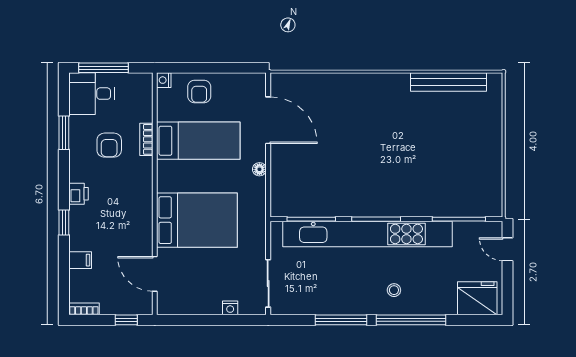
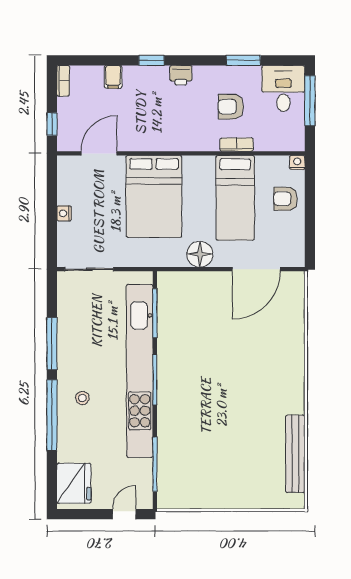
floor lamp: (259, 169) -> (200, 254), width x1.89, depth x1.89
nightstand: (230, 308) -> (64, 213), moved

